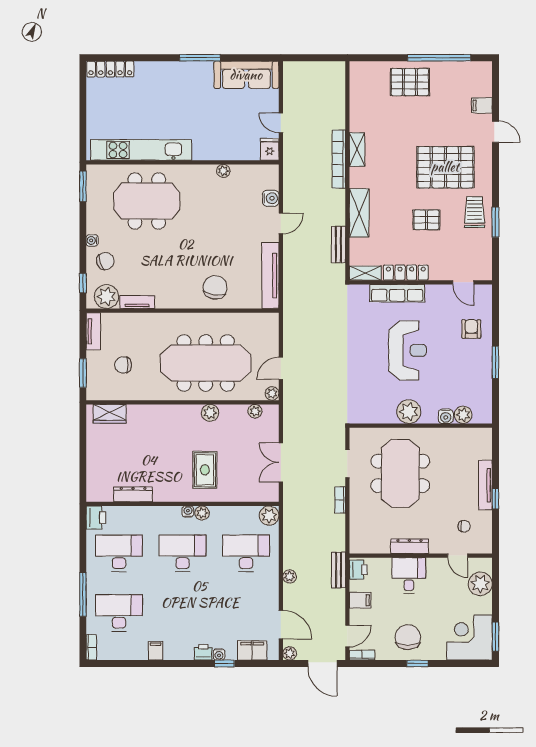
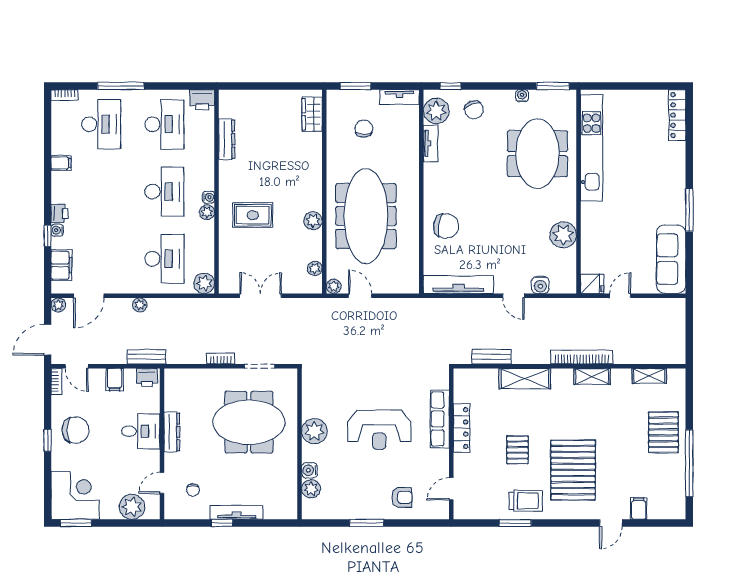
plant: (223, 171) -> (563, 235), width x1.88, depth x1.88
water cooler: (92, 240) -> (522, 96), moved
shelving: (365, 273) -> (649, 376), moved, turned 90

